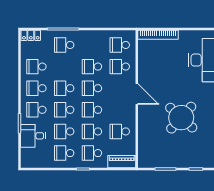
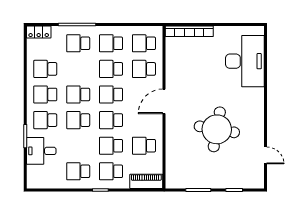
door: (137, 94) -> (164, 101), swing flipped
round table: (181, 118) -> (217, 129), turned -32
school desk: (64, 131) -> (111, 43), moved

